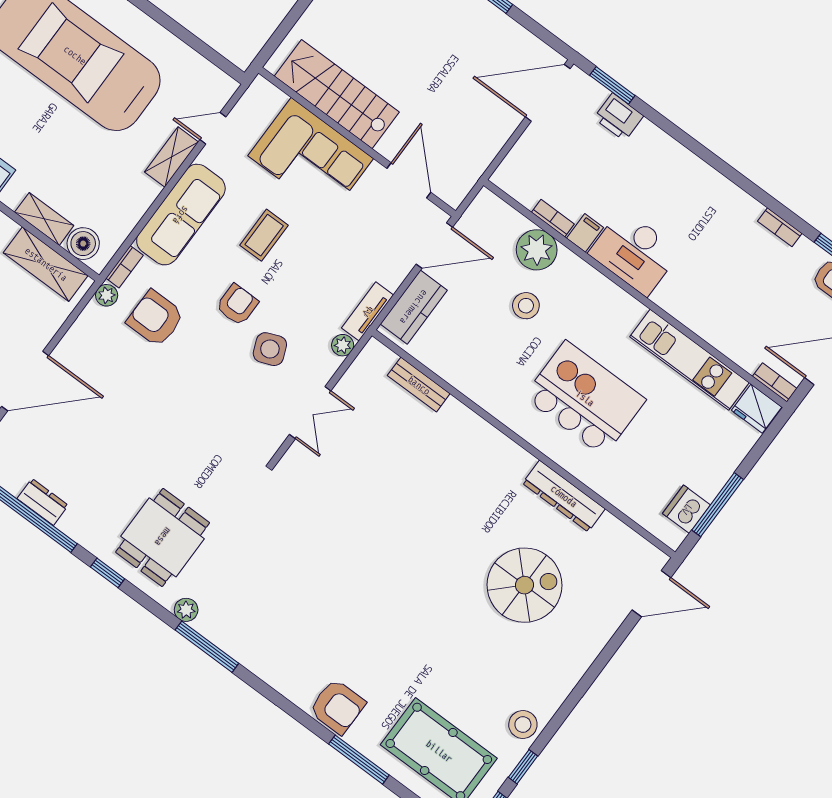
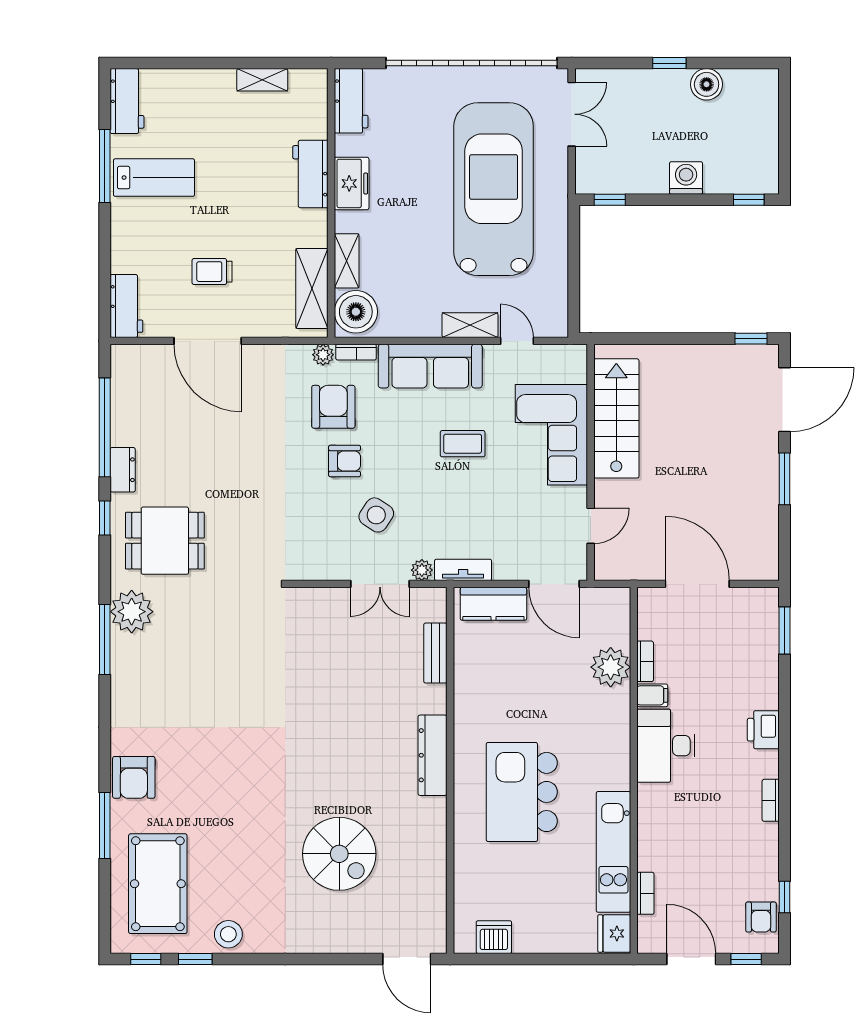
door: (548, 93) -> (697, 584), moved
printer: (619, 117) -> (763, 730), moved
door: (409, 180) -> (591, 526), width x0.73
bookcase: (780, 227) -> (771, 800), moved
boiler: (83, 244) -> (356, 312), width x1.37, depth x1.37
armchair: (237, 305) -> (345, 461), moved
stool: (526, 306) -> (560, 691), removed
side table: (270, 349) -> (376, 515), turned -34
bookcase: (775, 382) -> (645, 893), moved
kitchen island: (585, 398) -> (522, 792), turned 180
double door: (310, 413) -> (380, 584), moved
dresser: (564, 496) -> (432, 755), moved
dresser: (43, 502) -> (123, 470), moved
window: (718, 505) -> (516, 959), removed
plant: (186, 610) -> (132, 612), width x1.88, depth x1.88

